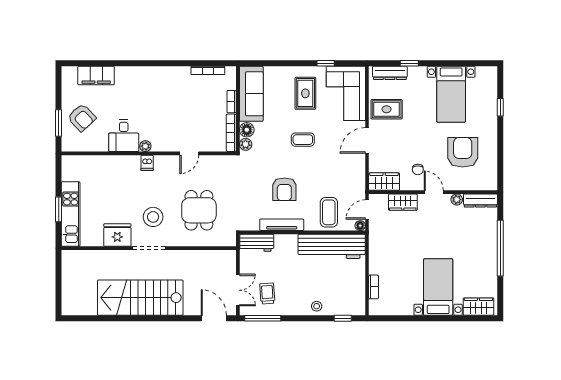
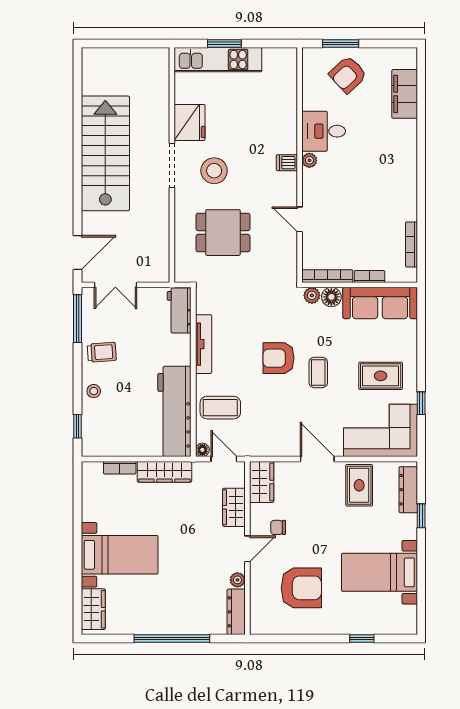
armchair: (284, 189) -> (278, 358), moved
wardrobe: (377, 254) -> (164, 472), added
trolley: (267, 294) -> (102, 352), moved

